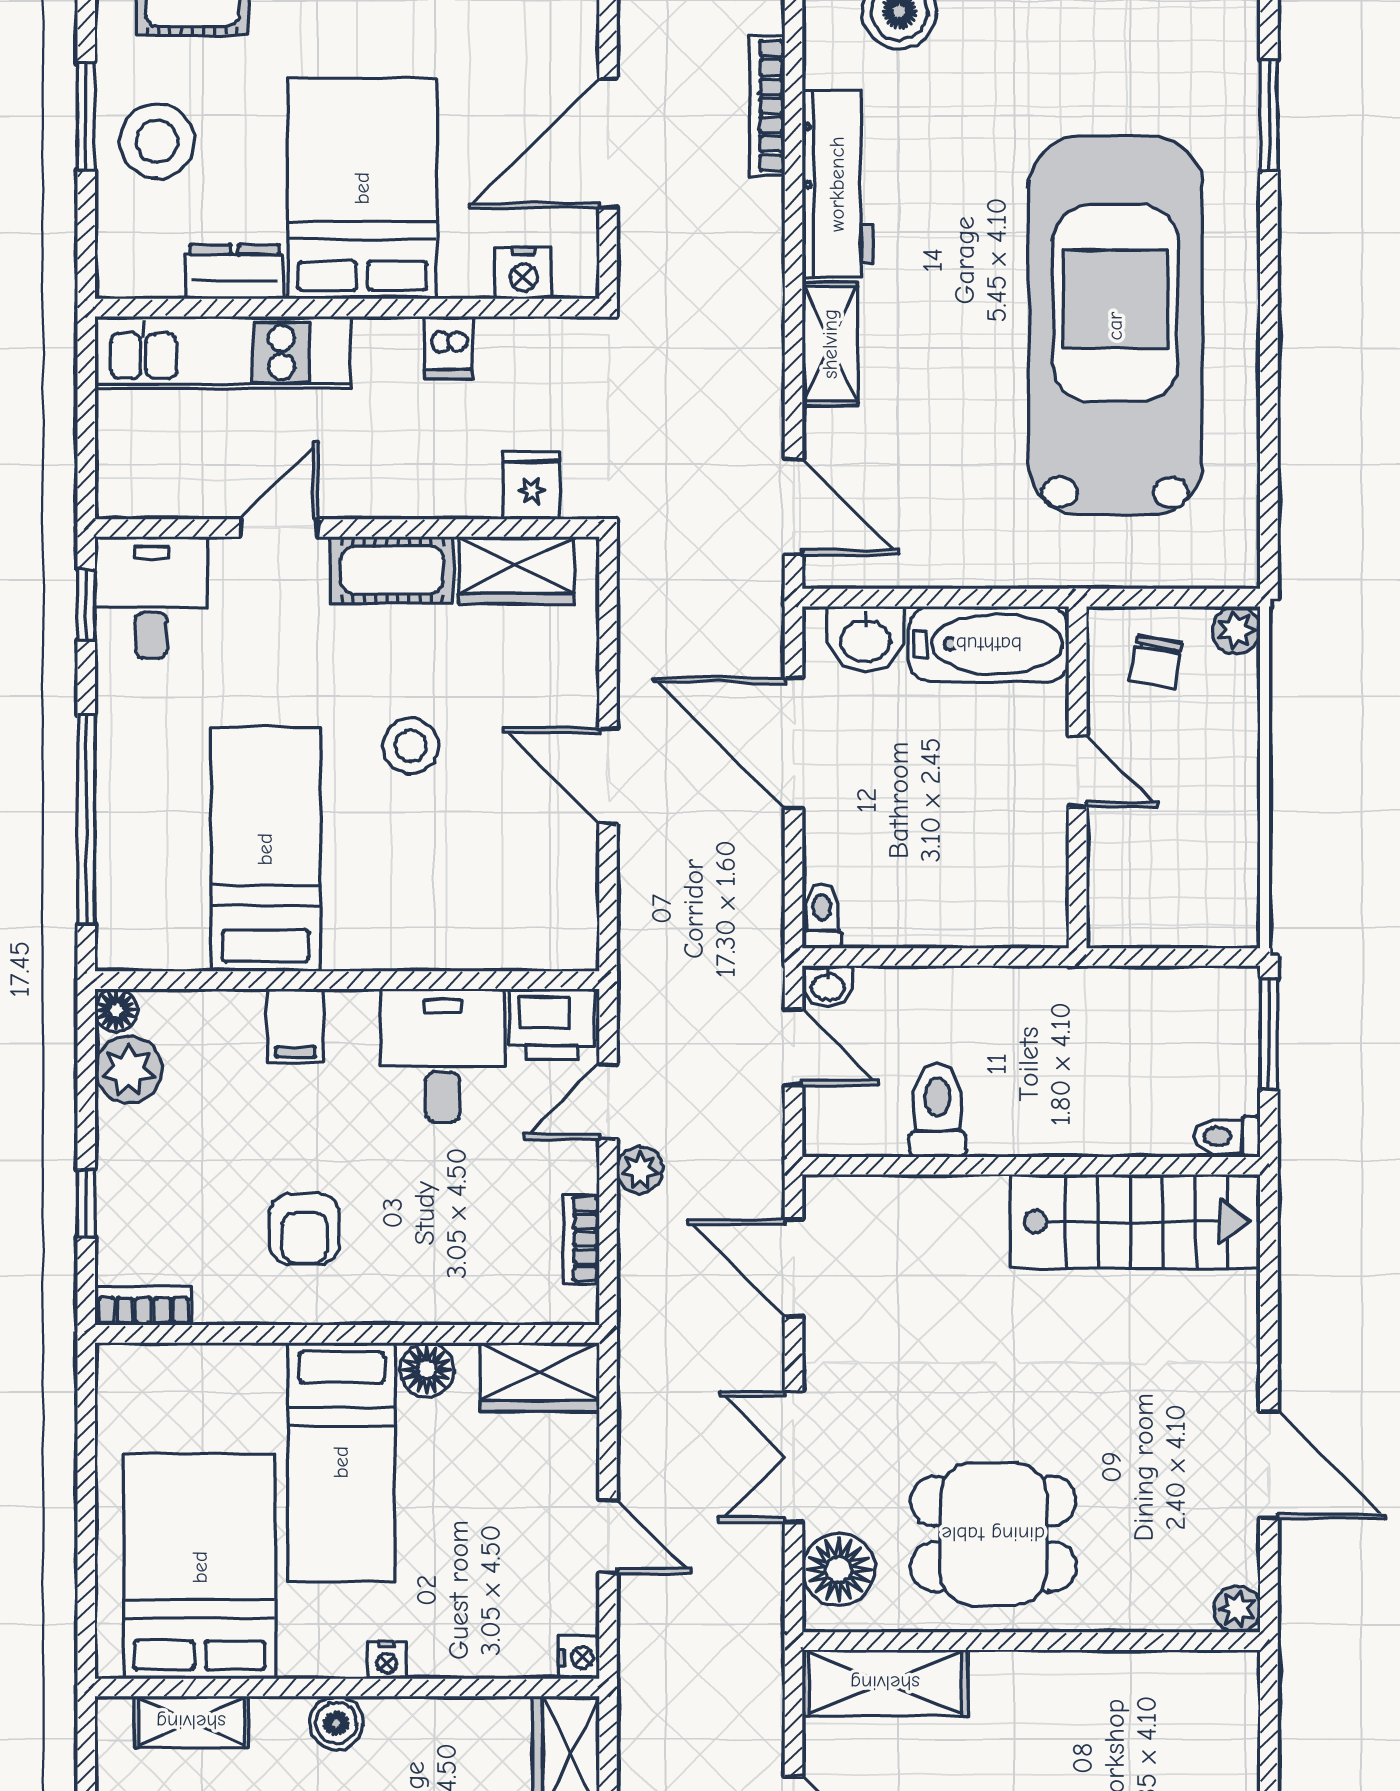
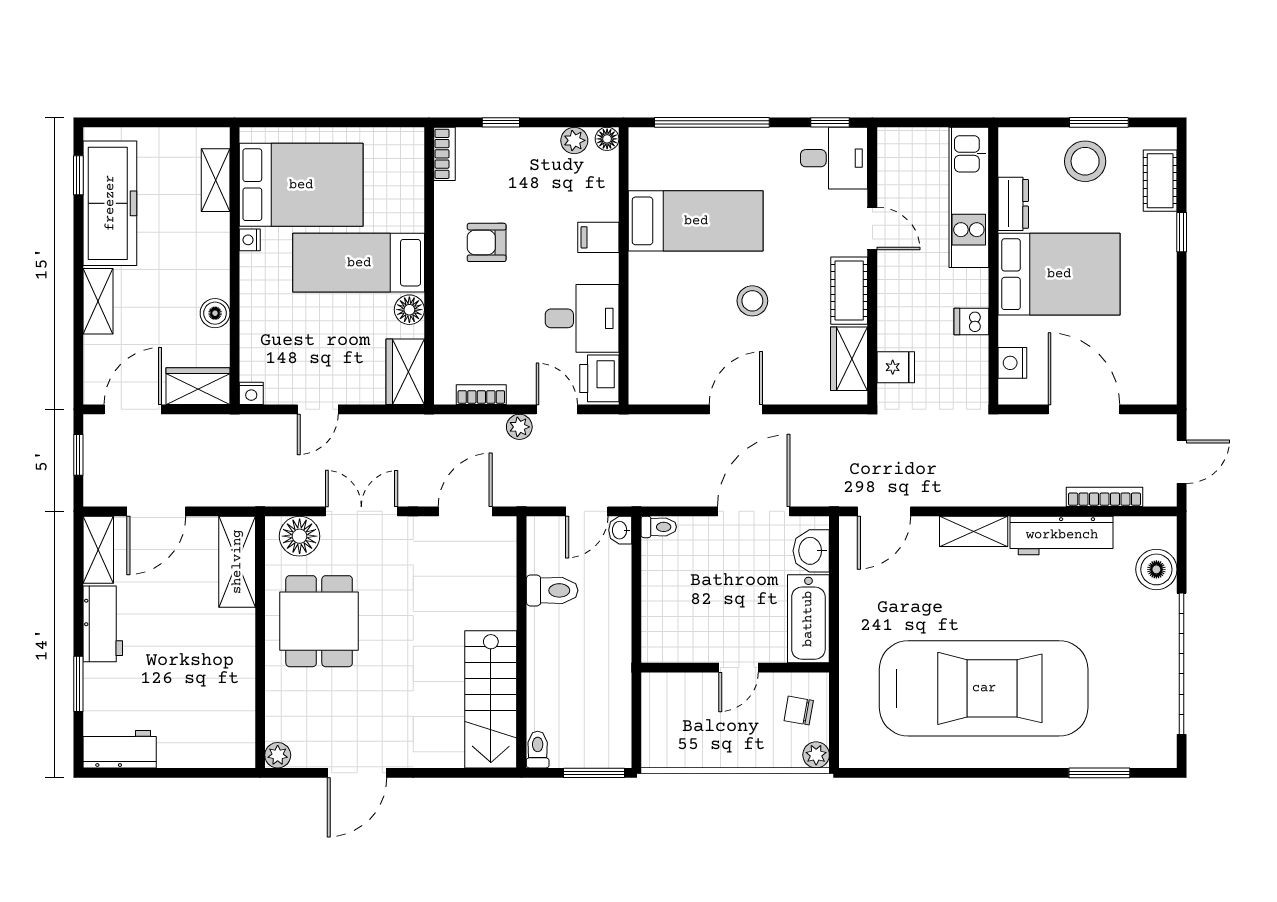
plant: (128, 1070) -> (574, 140), width x0.73, depth x0.73
nightstand: (387, 1660) -> (250, 240), moved
boiler: (336, 1723) -> (215, 313), moved

